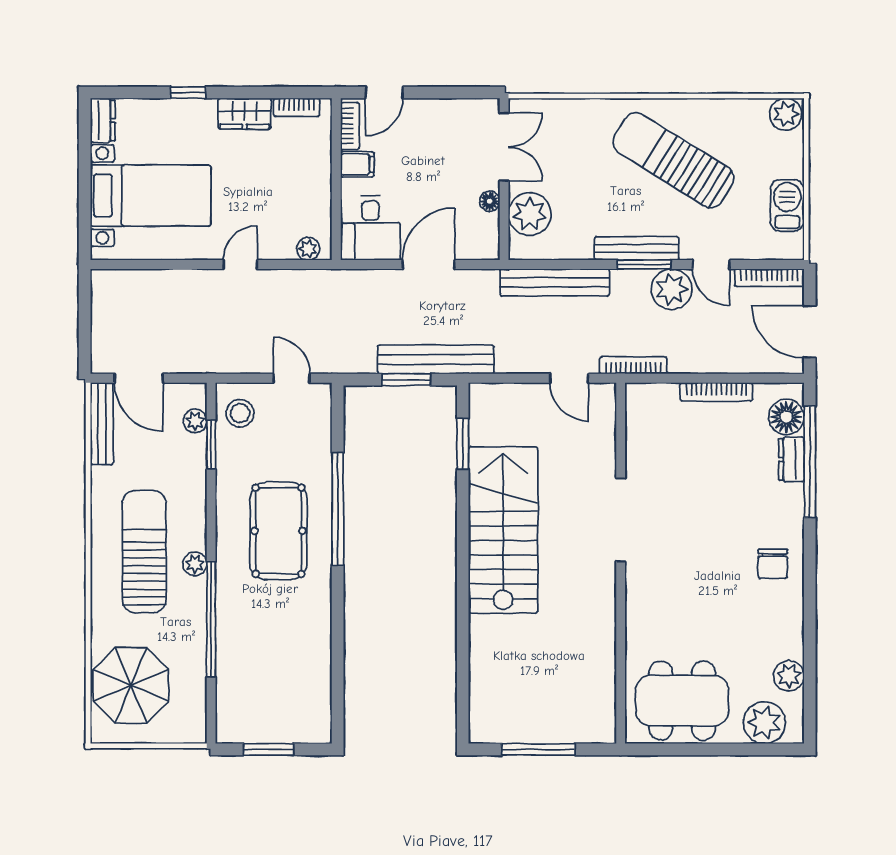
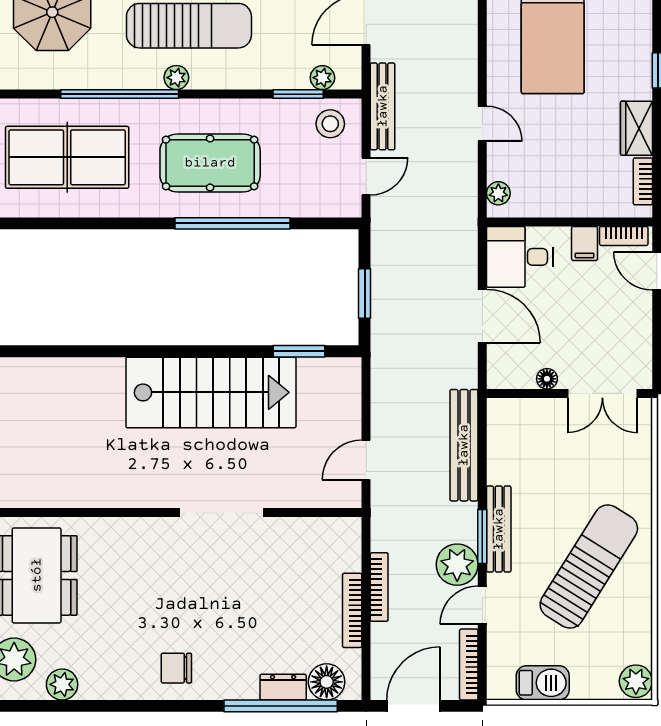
plant: (530, 214) -> (534, 420), removed
bench: (436, 360) -> (383, 106), moved, width x0.73, depth x0.82
bookcase: (633, 365) -> (379, 587), moved
table tennis table: (273, 671) -> (67, 157), added

